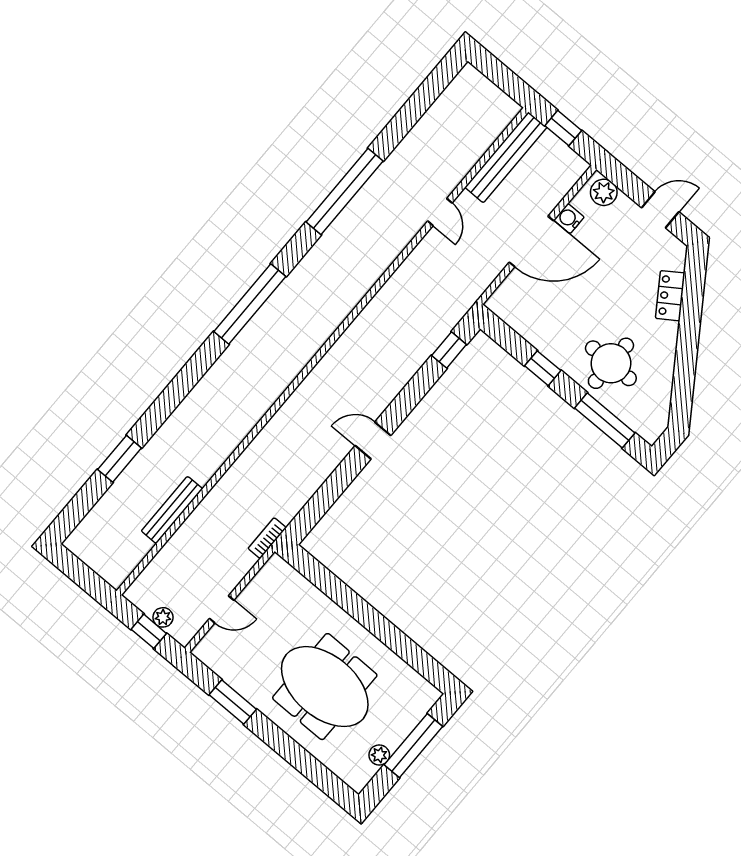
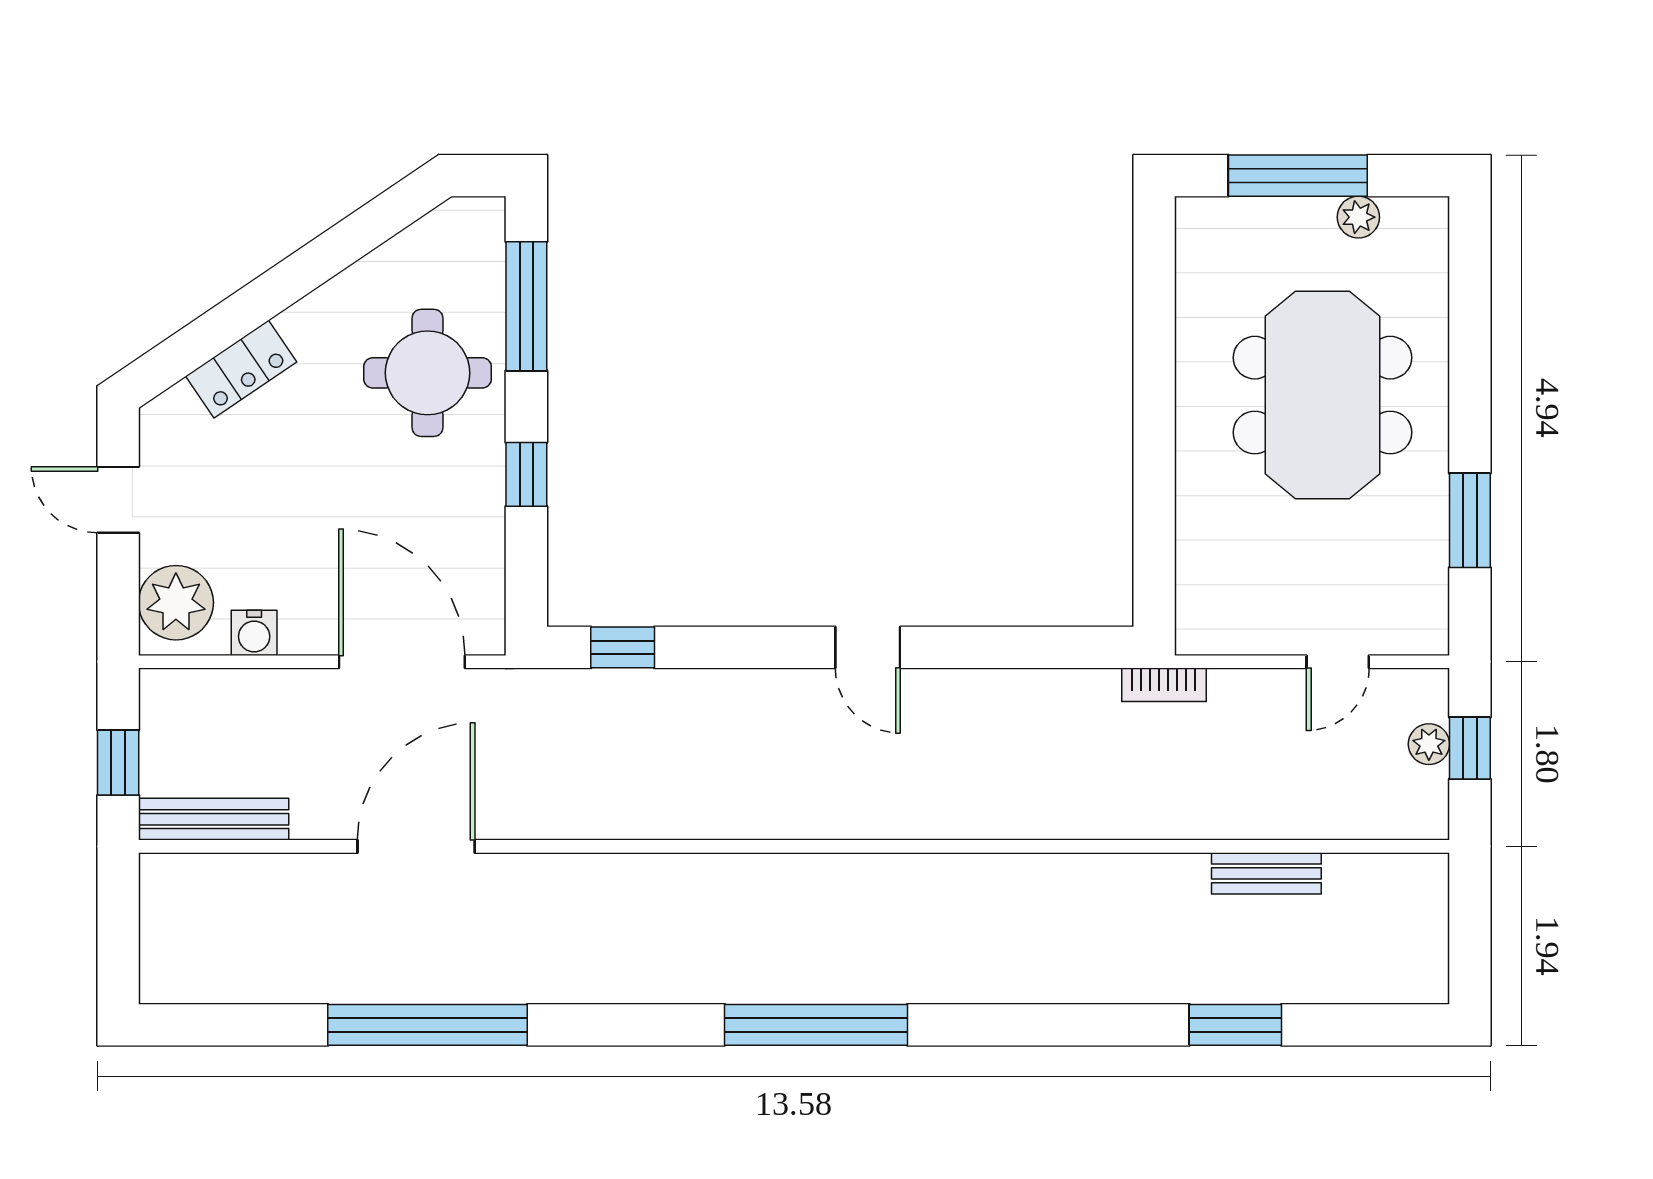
bench: (506, 157) -> (214, 819), width x0.73, depth x0.82
window: (345, 192) -> (428, 1025), moved
plant: (604, 192) -> (176, 603), width x1.36, depth x1.36
door: (440, 212) -> (416, 846), width x1.87
door: (531, 241) -> (402, 662), moved
bench: (172, 510) -> (1266, 873), width x0.73
door: (222, 609) -> (1338, 662), swing flipped

